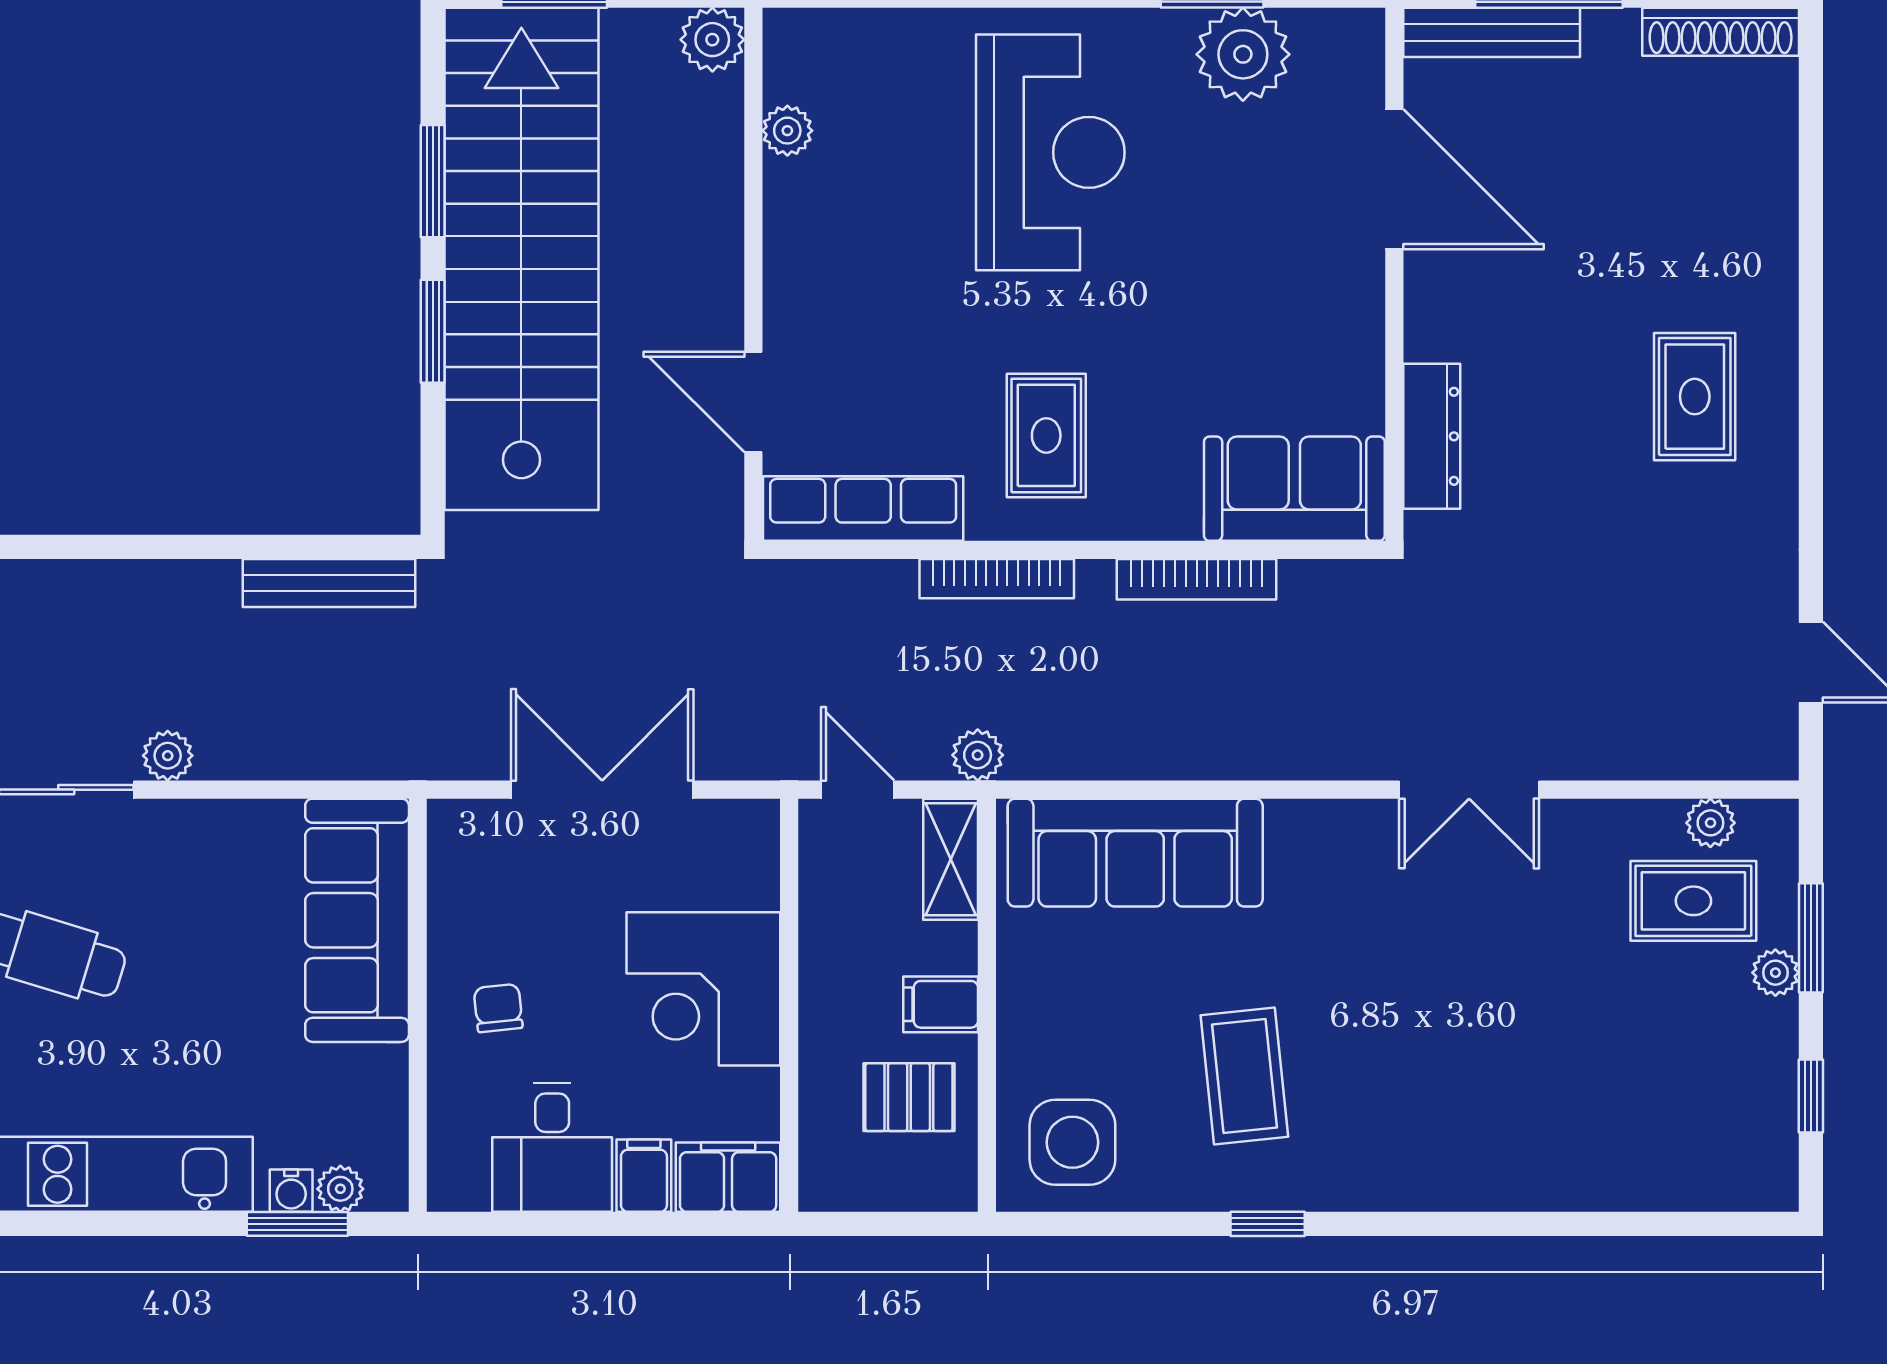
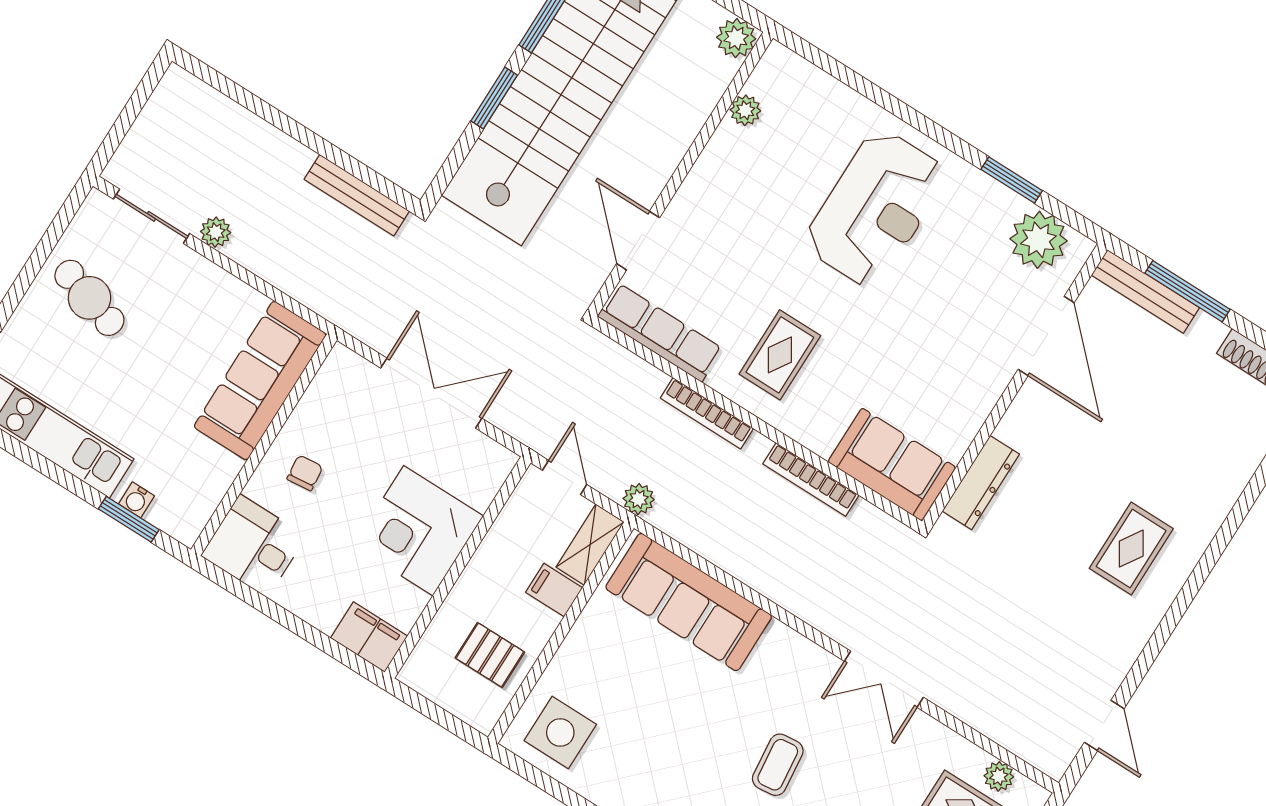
plant: (1243, 54) -> (1038, 240), moved
filing cabinet: (941, 1004) -> (554, 590), moved
coffee table: (1244, 1076) -> (778, 765), moved, width x0.73, depth x0.77
desk: (552, 1148) -> (254, 546), moved, turned 90
filing cabinet: (644, 1176) -> (326, 608), removed
plant: (340, 1189) -> (163, 515), removed

